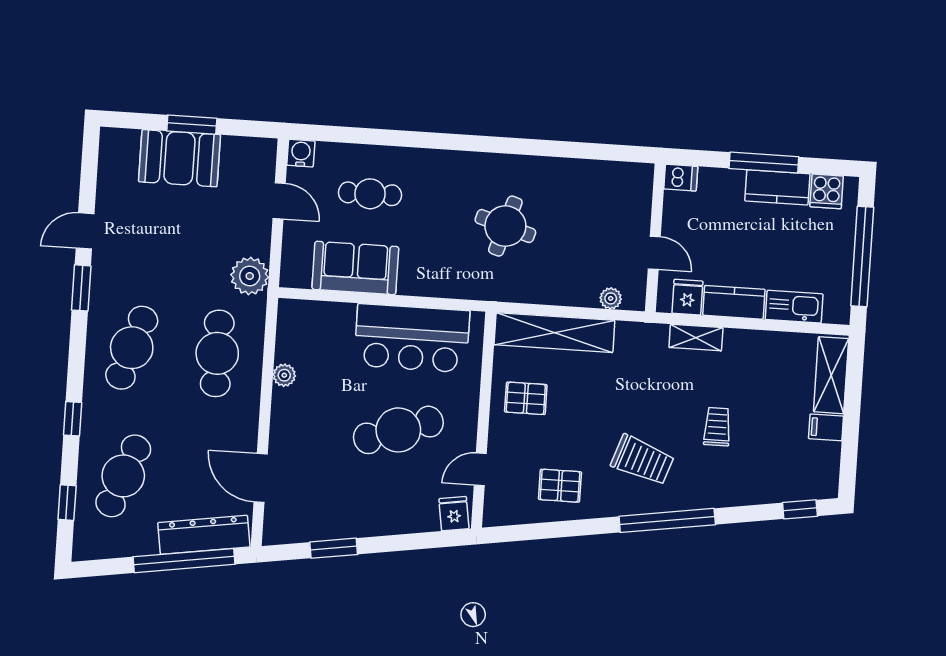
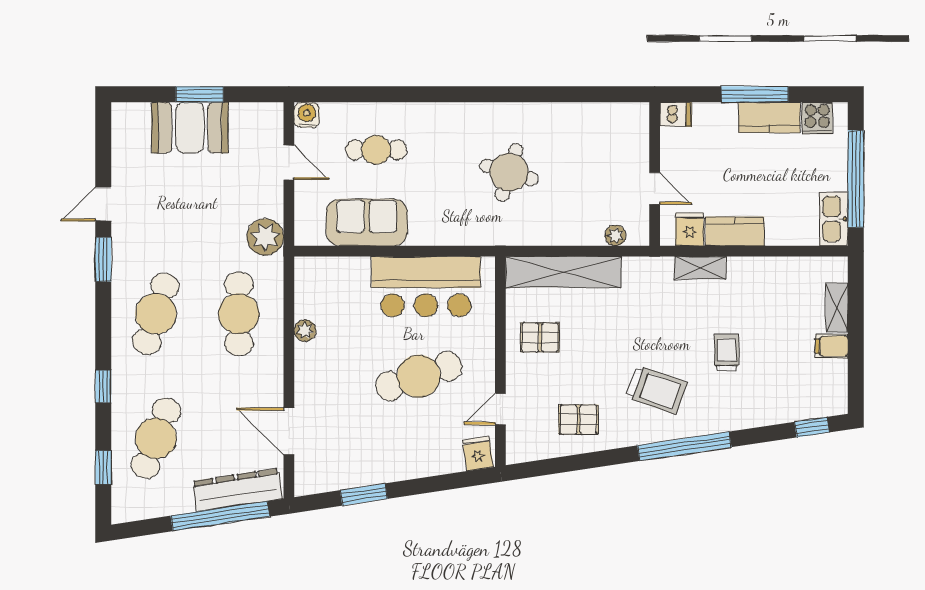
kitchen sink: (794, 307) -> (834, 219), moved, turned -90
shelving: (831, 375) -> (837, 308), width x0.67, depth x0.75

